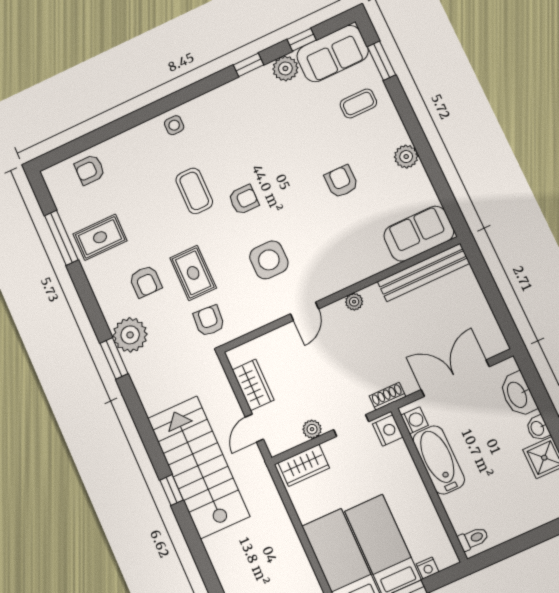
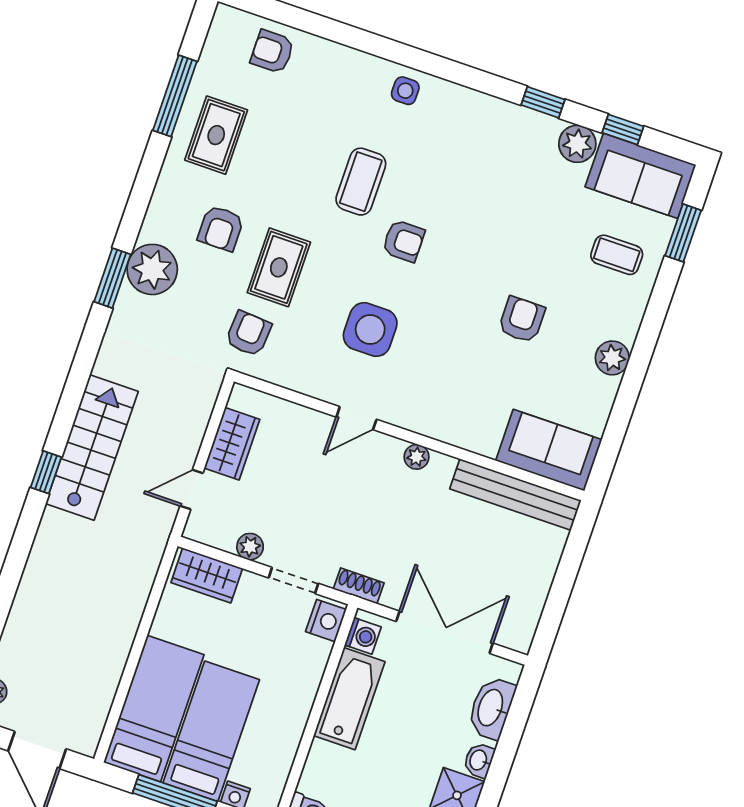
rug: (100, 237) -> (216, 135), turned 90
stairs: (199, 467) -> (92, 448), width x0.73, depth x0.66

